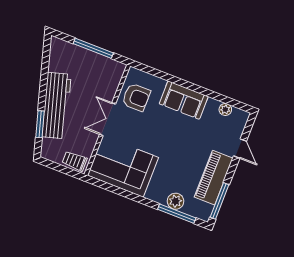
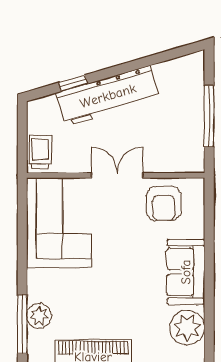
plant: (225, 109) -> (187, 328), width x1.87, depth x1.87
window: (40, 124) -> (73, 83), width x0.67

